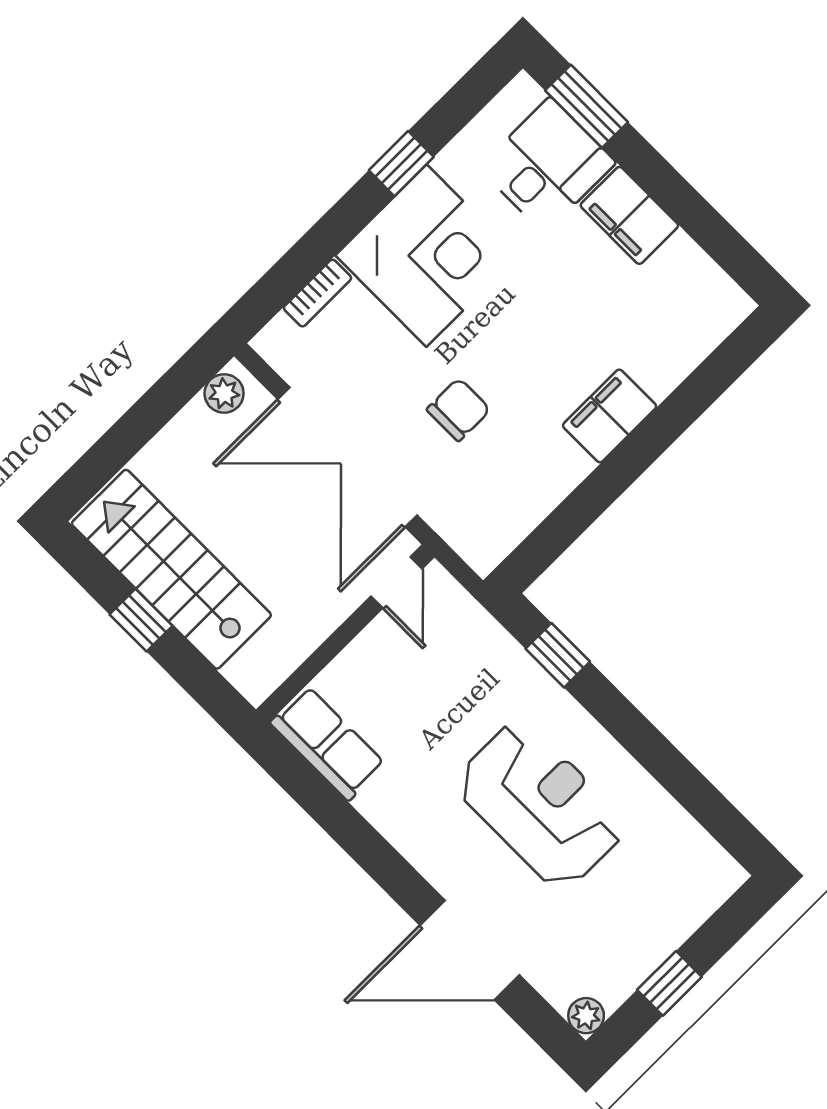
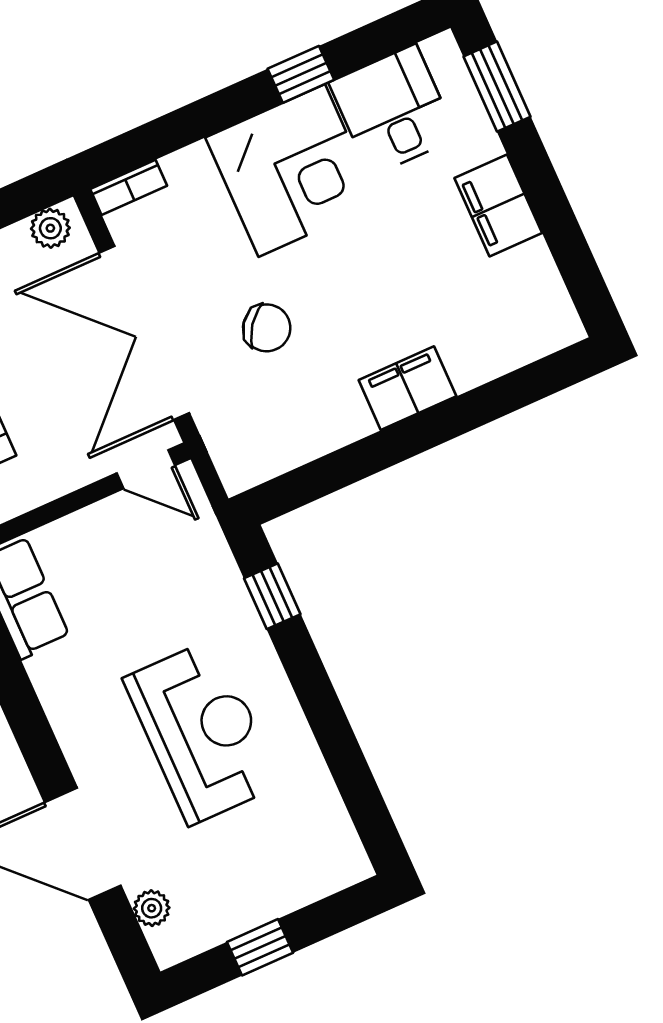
desk: (547, 165) -> (393, 110), moved, turned -90
bookcase: (317, 293) -> (129, 187), moved
chair: (459, 410) -> (267, 328), turned 37
door: (397, 582) -> (146, 469), hinge flipped
plant: (586, 1016) -> (152, 908), moved

